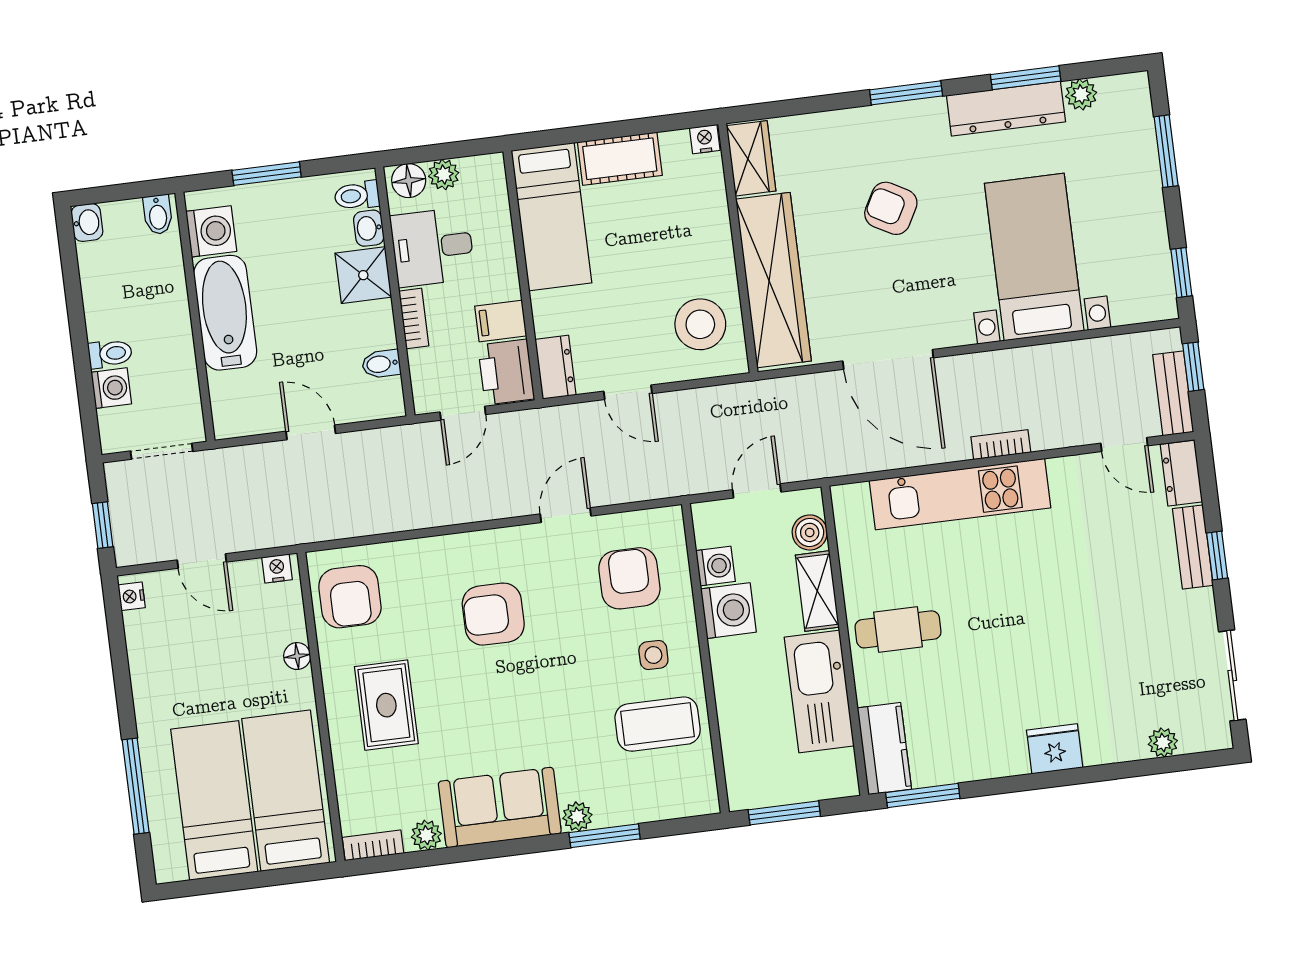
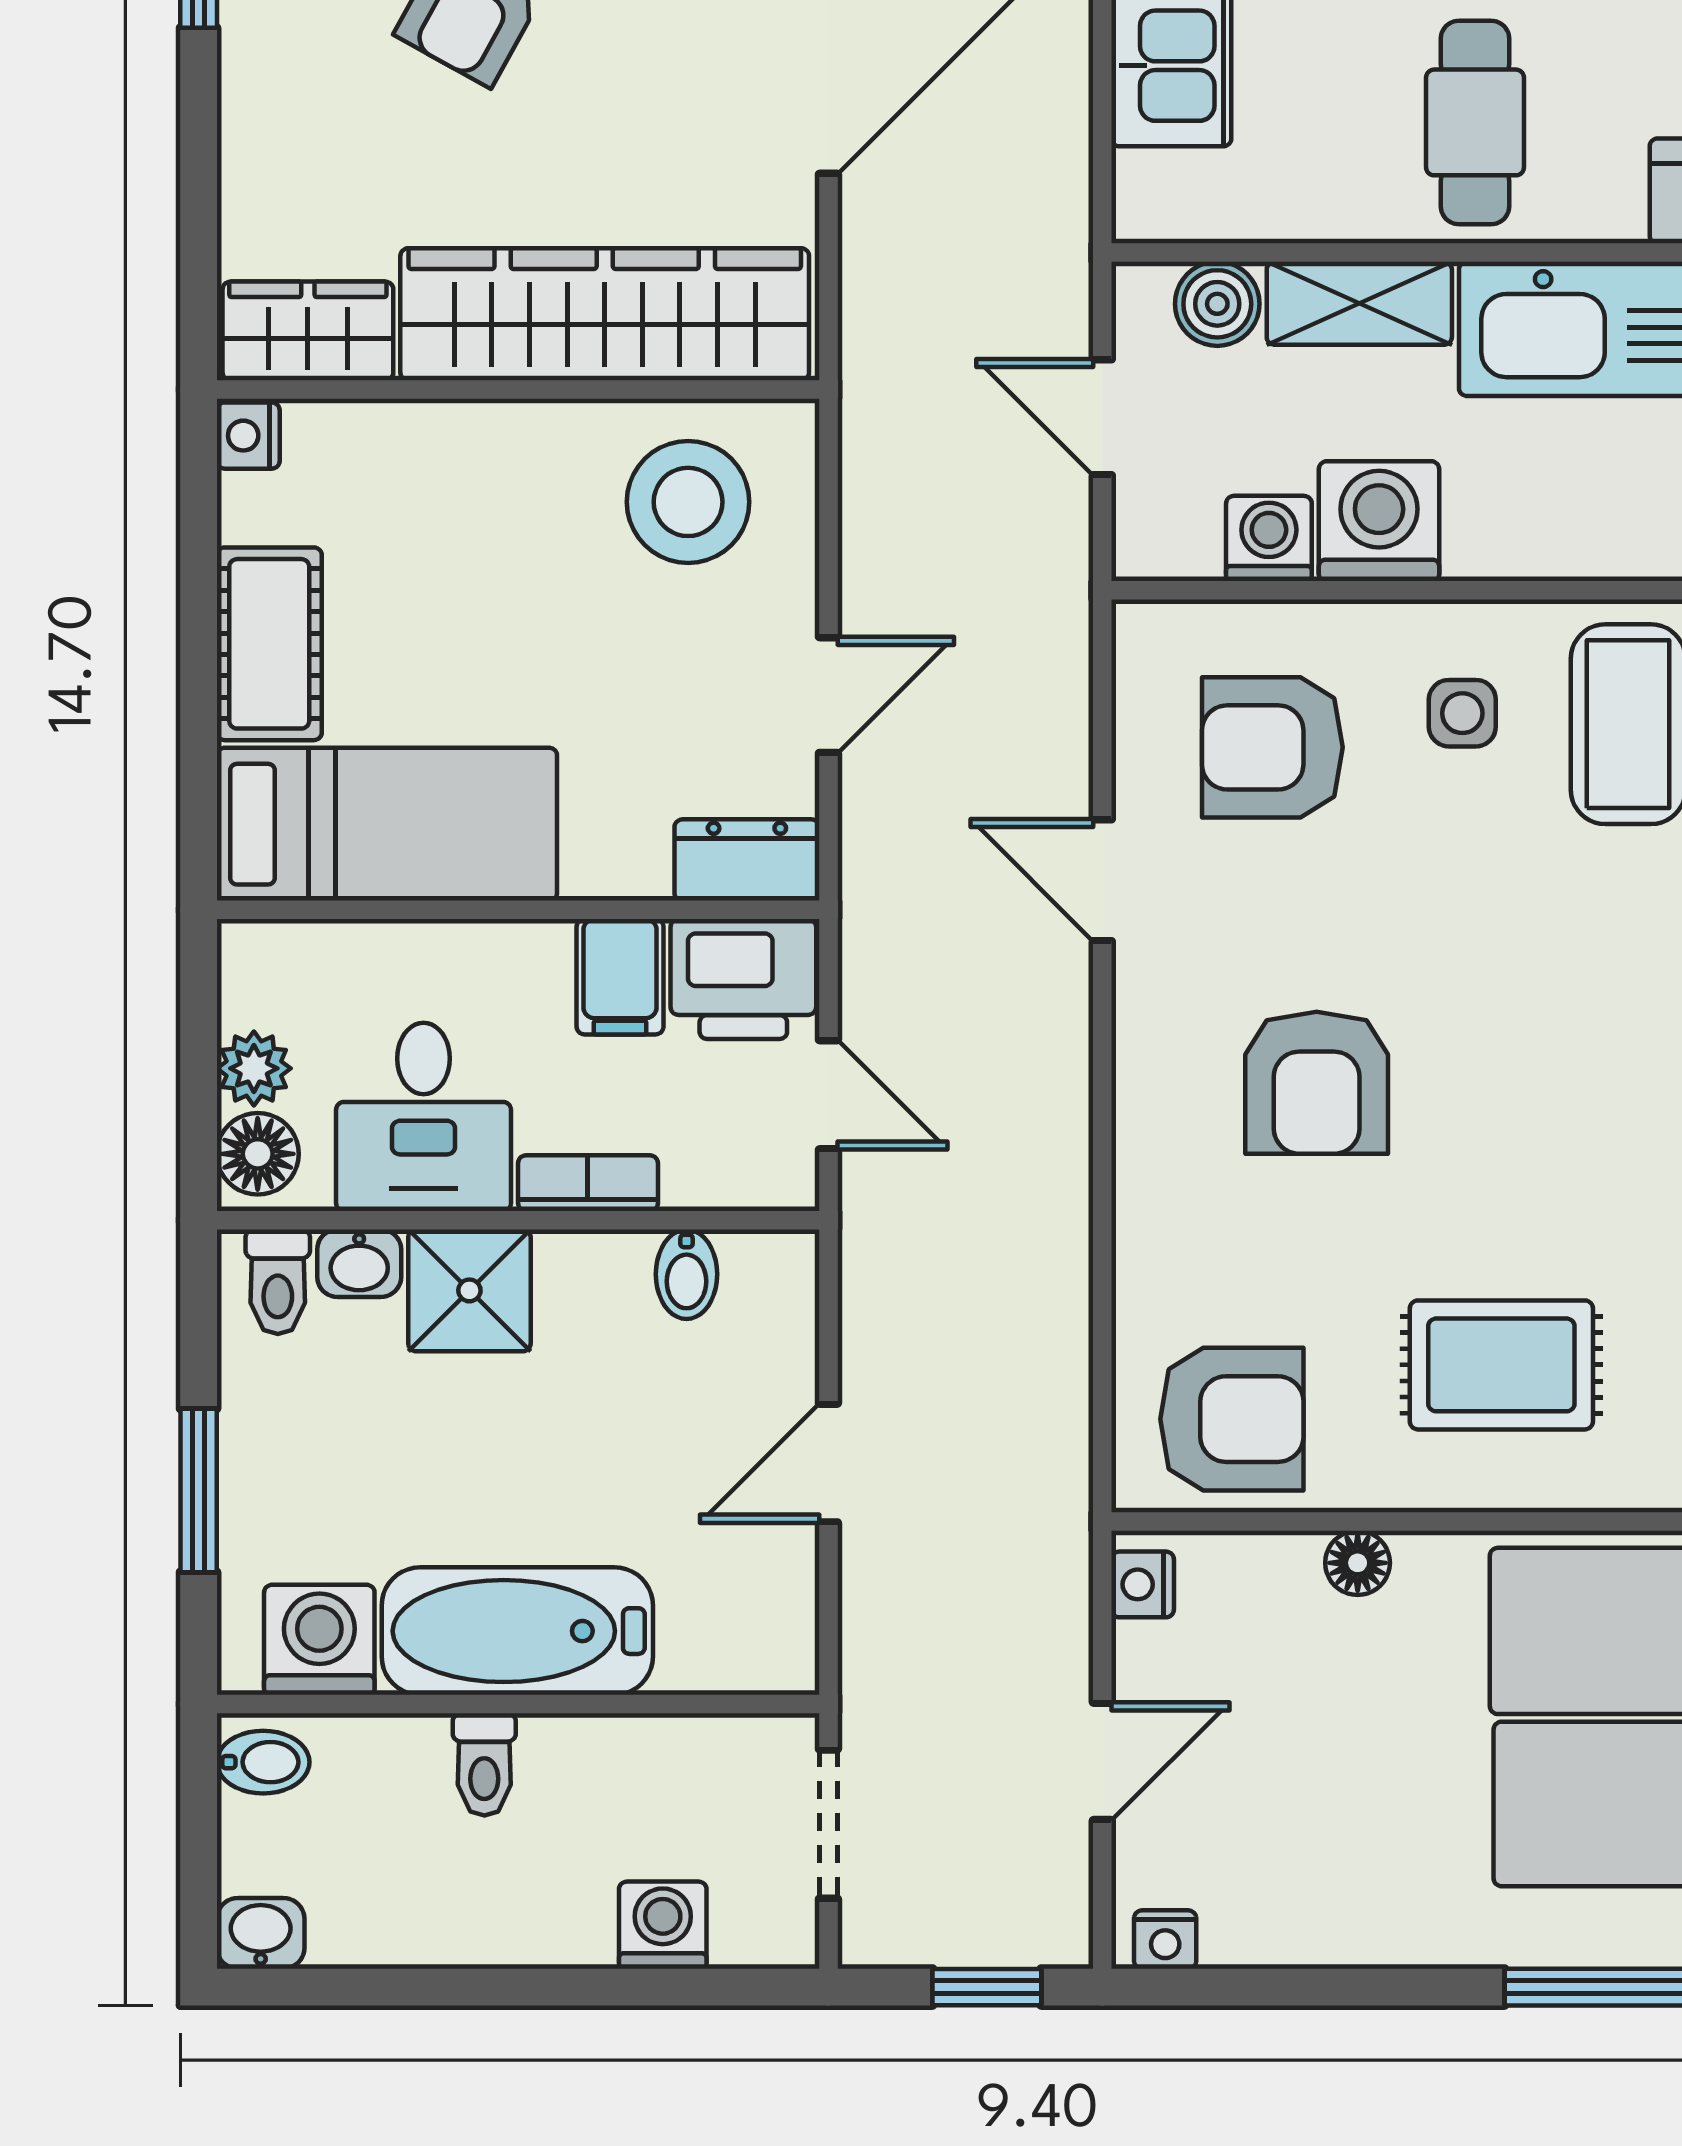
toilet: (110, 354) -> (484, 1764), moved, turned 180

